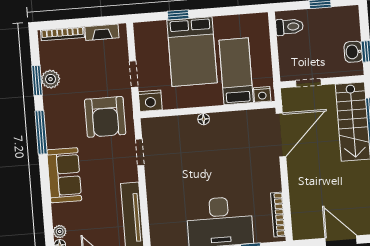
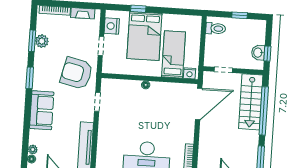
nightstand: (150, 101) -> (112, 26), moved, turned 90
armchair: (105, 117) -> (76, 73), turned 103
window: (41, 132) -> (30, 78), width x0.69

